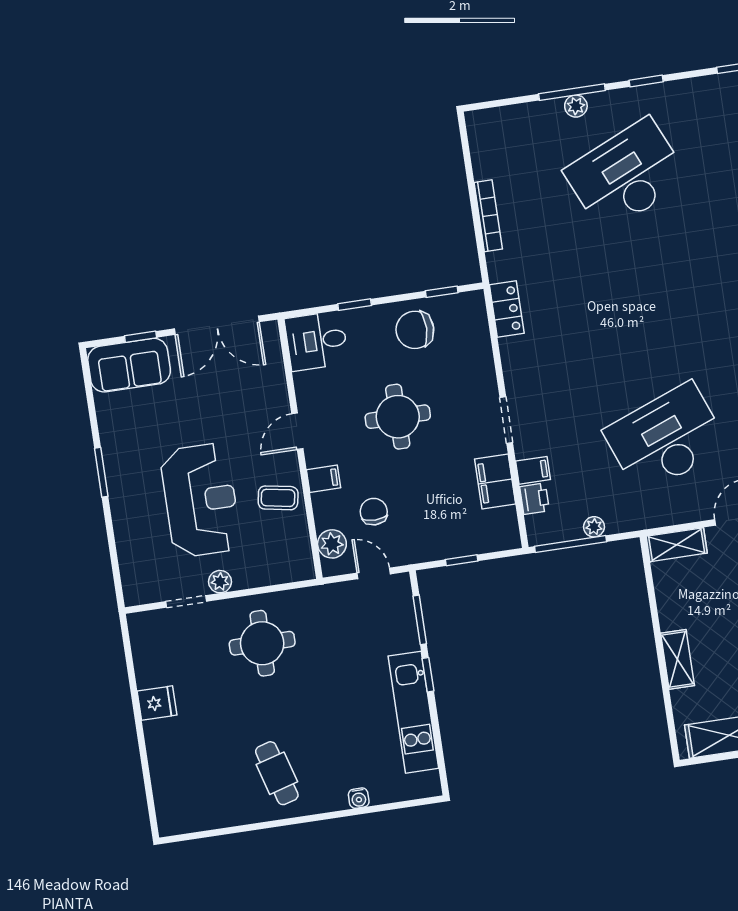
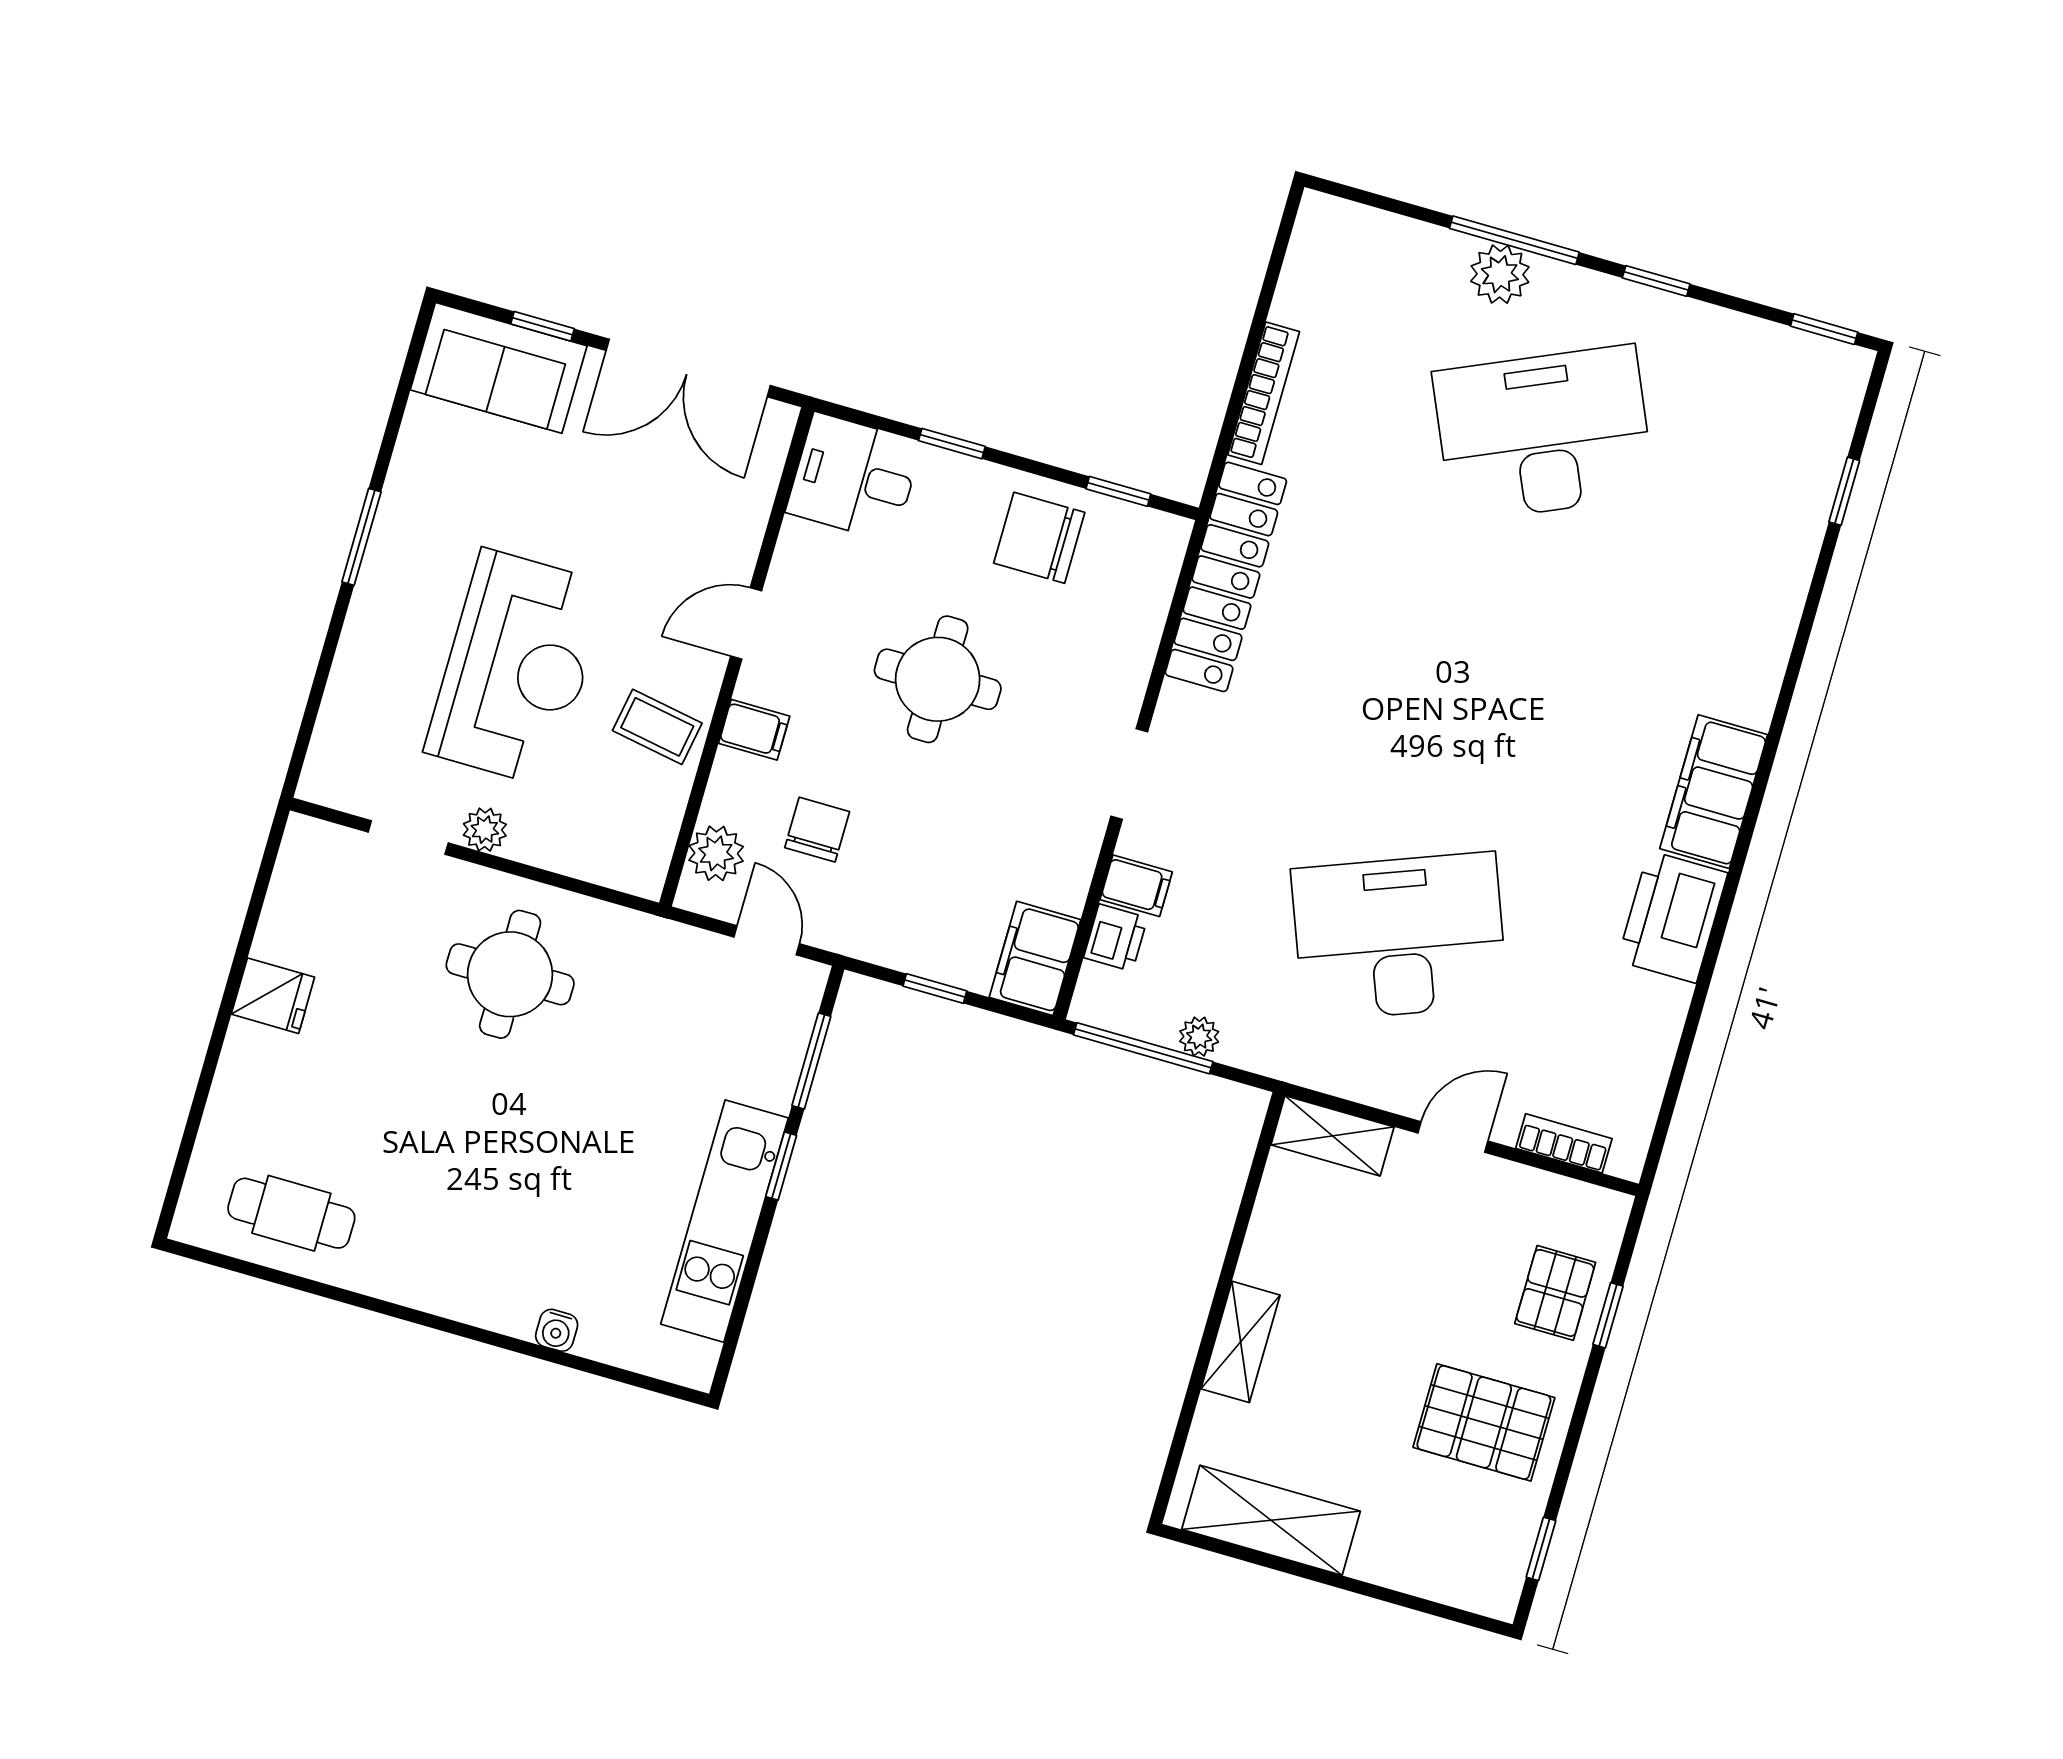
plant: (576, 106) -> (1500, 274), width x1.38, depth x1.38
locker: (507, 309) -> (1226, 577), width x2.16, depth x1.21
filing cabinet: (495, 482) -> (1035, 958), moved
cafe table: (277, 773) -> (291, 1213), moved, turned -74

